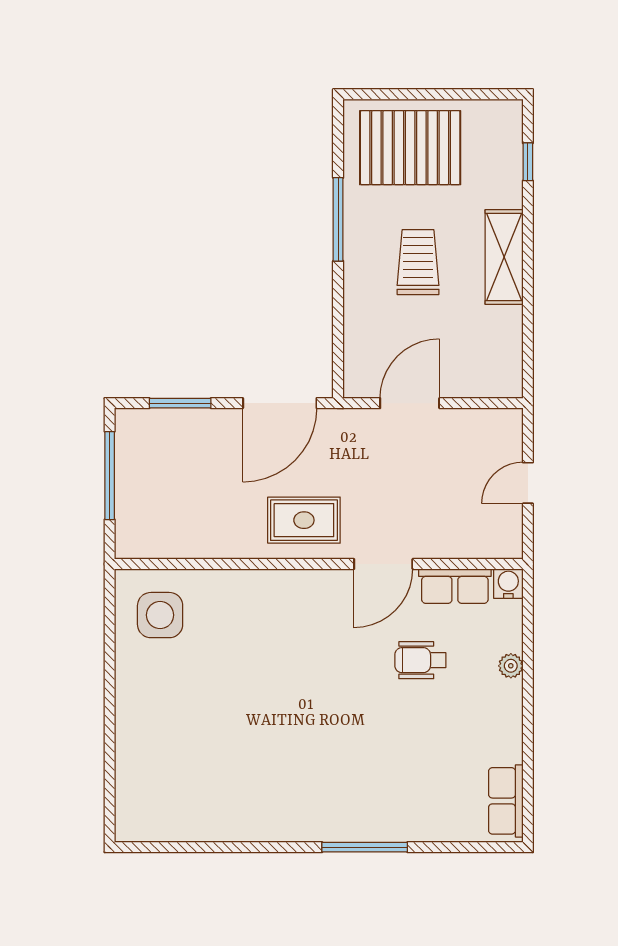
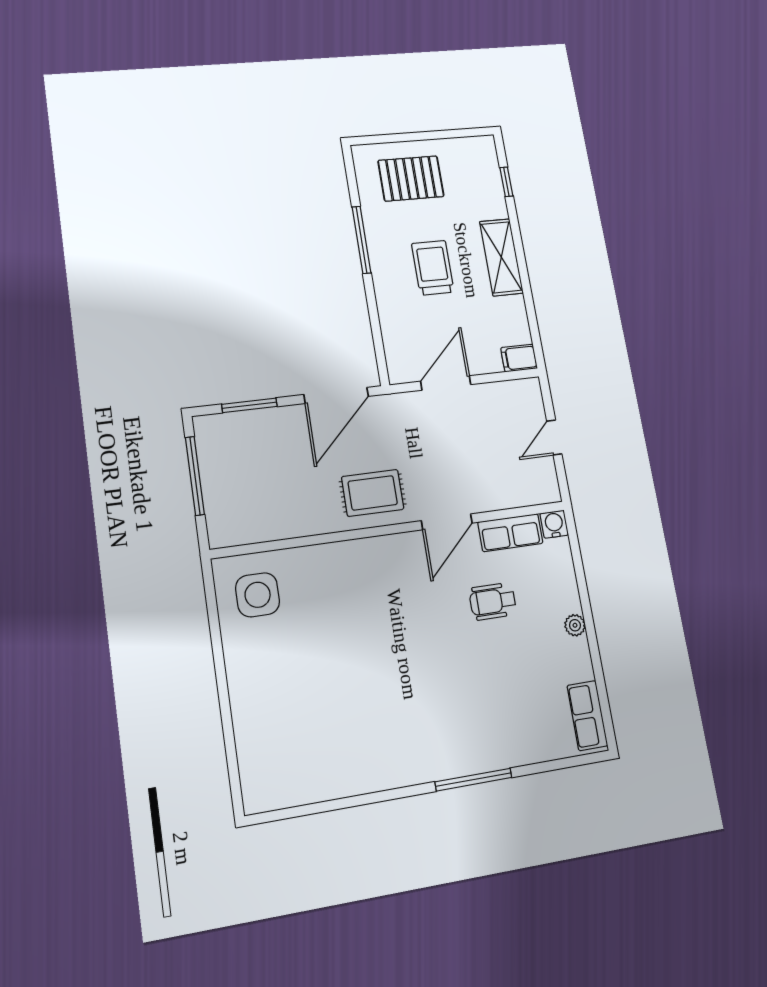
pallet: (410, 148) -> (411, 178), width x0.73, depth x0.71
filing cabinet: (503, 383) -> (519, 358), added
plant: (511, 666) -> (575, 625), moved

